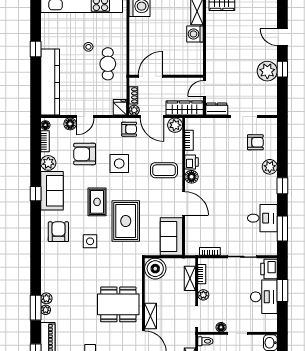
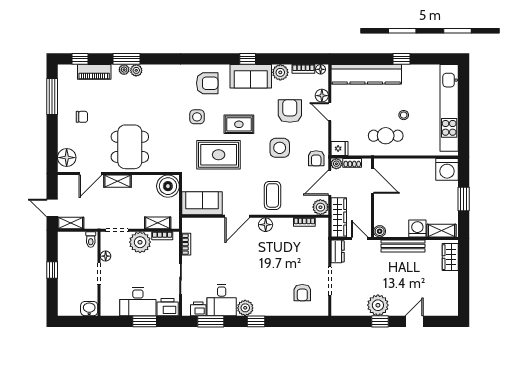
bench: (212, 47) -> (403, 246), added
boiler: (198, 70) -> (380, 231), added
printer: (192, 162) -> (198, 309), moved, turned 180
plant: (270, 167) -> (245, 308), moved
plant: (203, 295) -> (140, 242), width x1.87, depth x1.87

